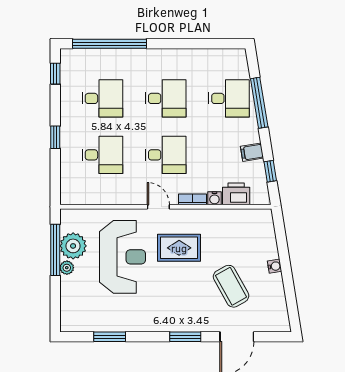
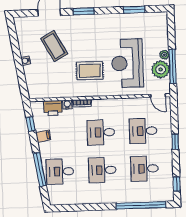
door: (158, 207) -> (158, 96), moved

